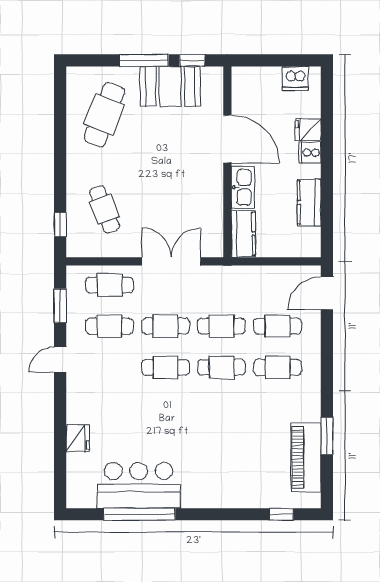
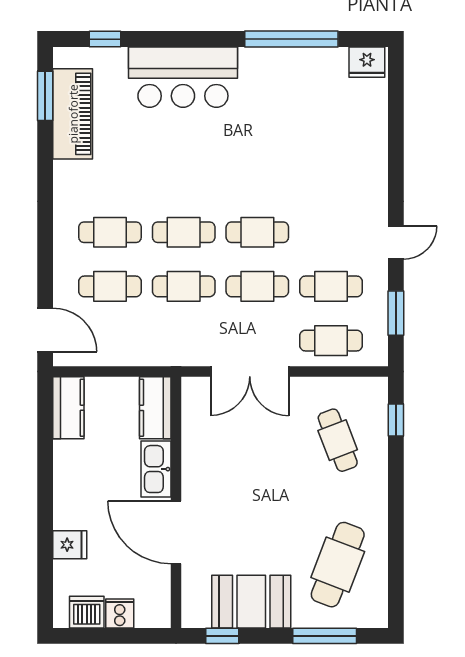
window: (144, 60) -> (325, 636), moved
cooker: (310, 153) -> (120, 613), moved, turned -90
kitchen counter: (309, 202) -> (68, 408), moved
door: (327, 293) -> (45, 330), hinge flipped
window: (327, 436) -> (45, 96), moved
fridge: (78, 438) -> (367, 62), moved, turned -90
bar counter: (139, 485) -> (183, 77), moved

